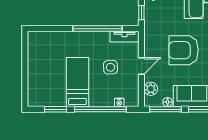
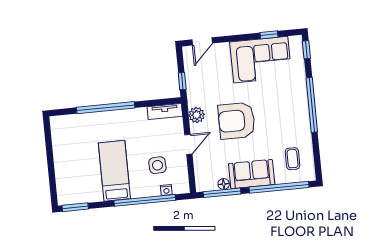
window: (98, 29) -> (106, 108), moved
side table: (110, 67) -> (157, 165), moved
plant: (151, 89) -> (197, 115), moved
window: (56, 109) -> (75, 207), moved

